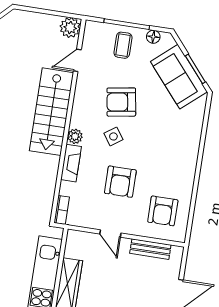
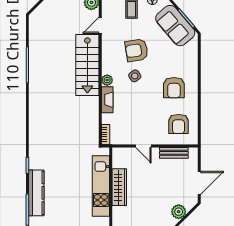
armchair: (120, 182) -> (174, 88), moved

